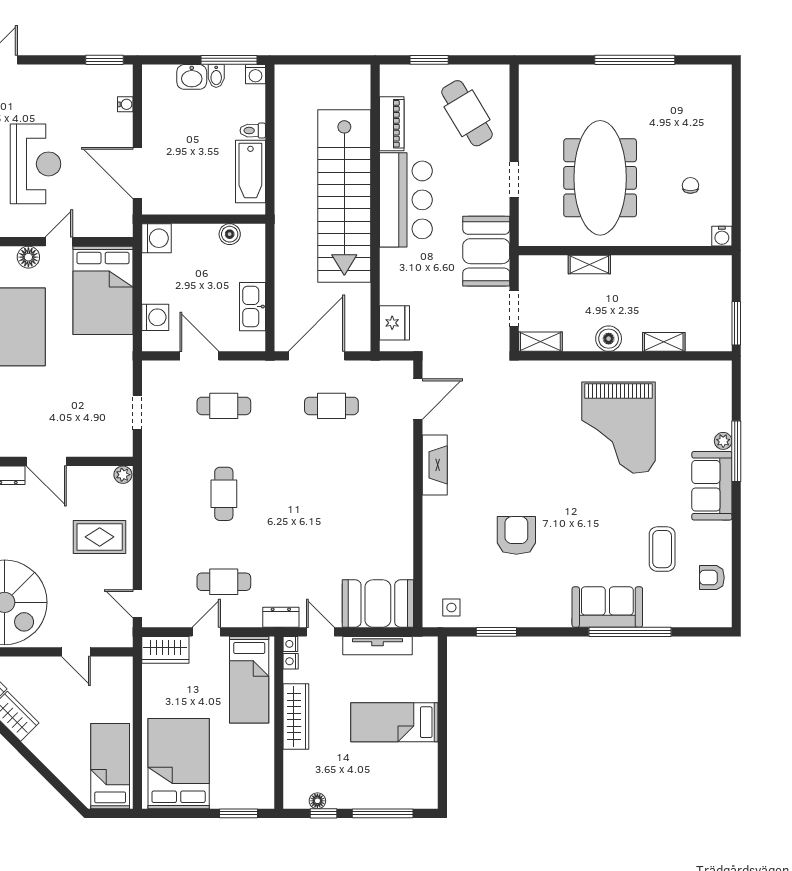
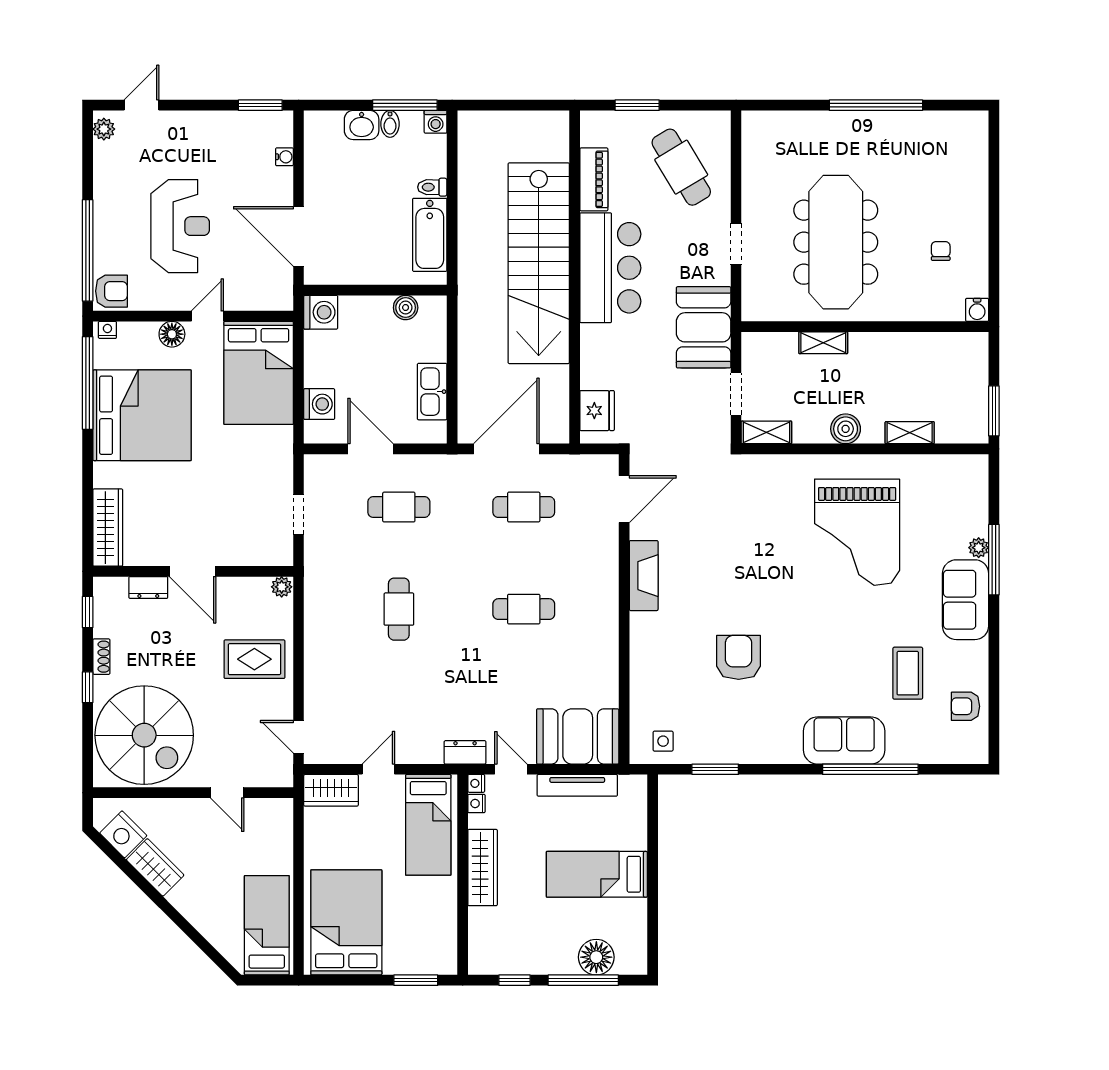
cafe table: (224, 582) -> (524, 609), moved
floor lamp: (317, 801) -> (596, 957), moved, width x1.89, depth x1.89

